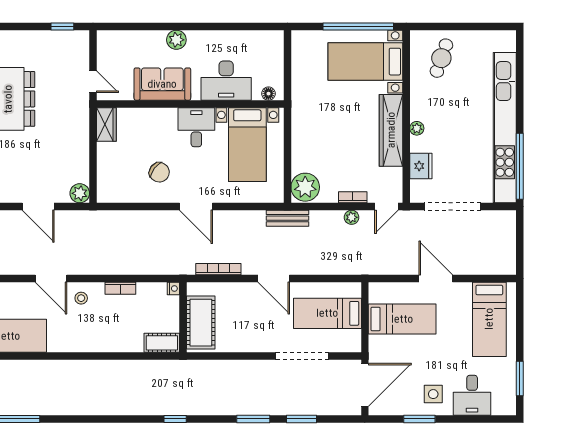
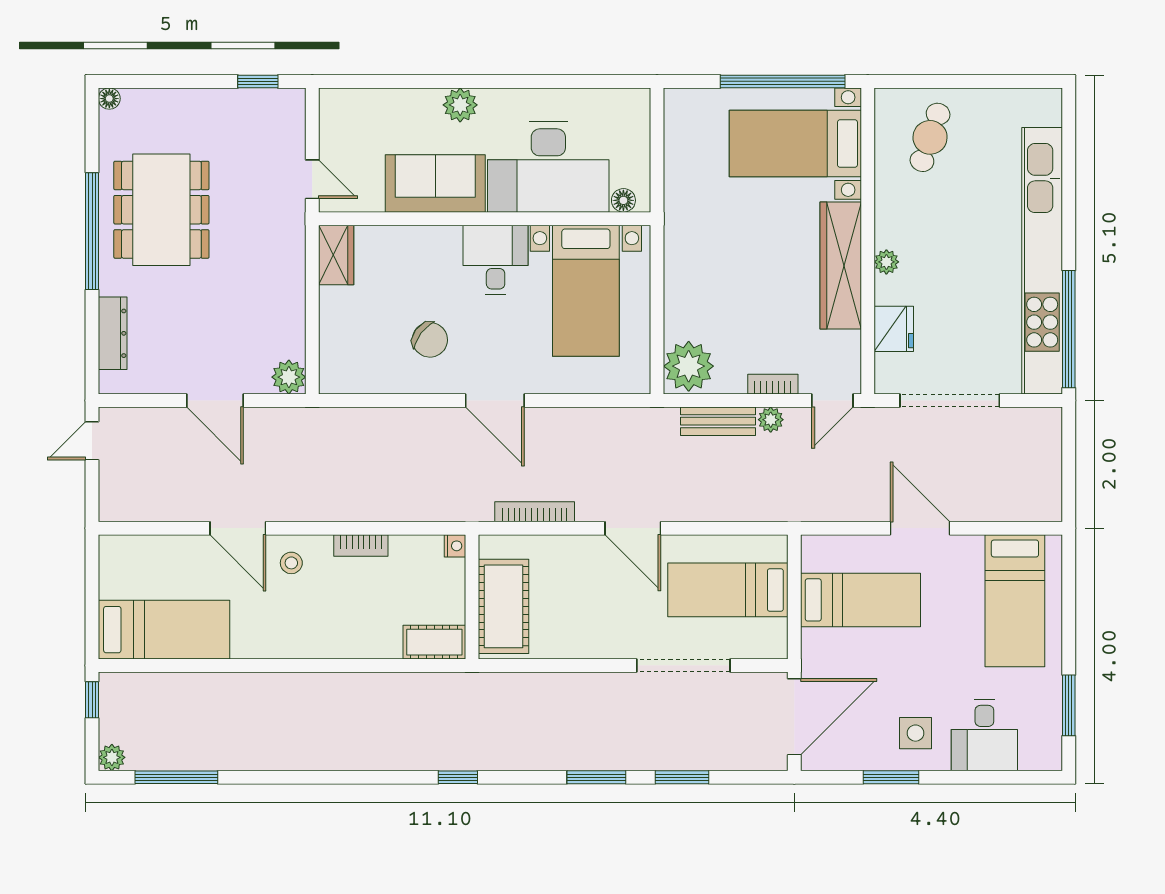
desk: (226, 81) -> (548, 167), width x1.36, depth x1.30
bench: (287, 218) -> (718, 421), moved

